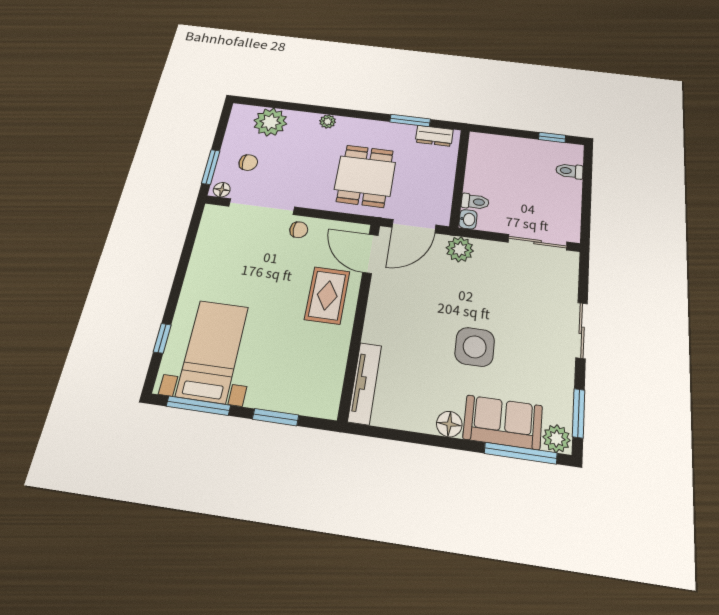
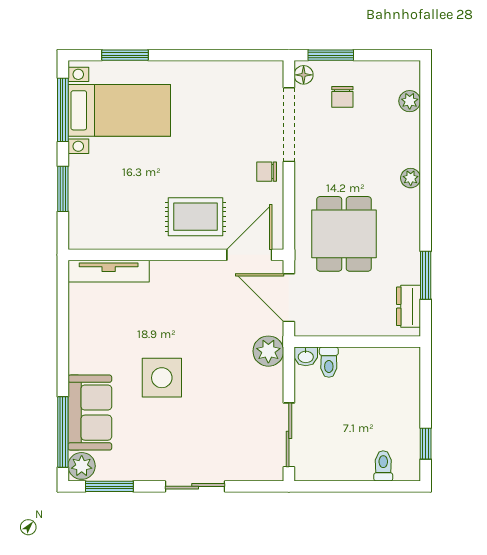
plant: (270, 122) -> (410, 101), width x0.53, depth x0.53
dining table: (365, 176) -> (344, 234), turned 90
chair: (299, 230) -> (267, 172), turned 90
window: (162, 338) -> (125, 55), width x1.50
floor lamp: (449, 424) -> (80, 360), removed

